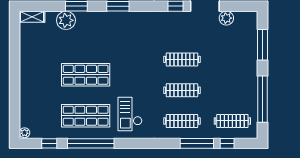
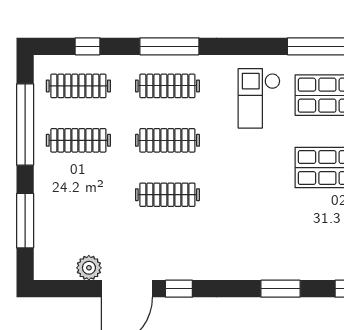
clothes rail: (232, 90) -> (78, 140), added
checkout: (130, 114) -> (259, 98), turned 180
window: (197, 143) -> (169, 46), moved

